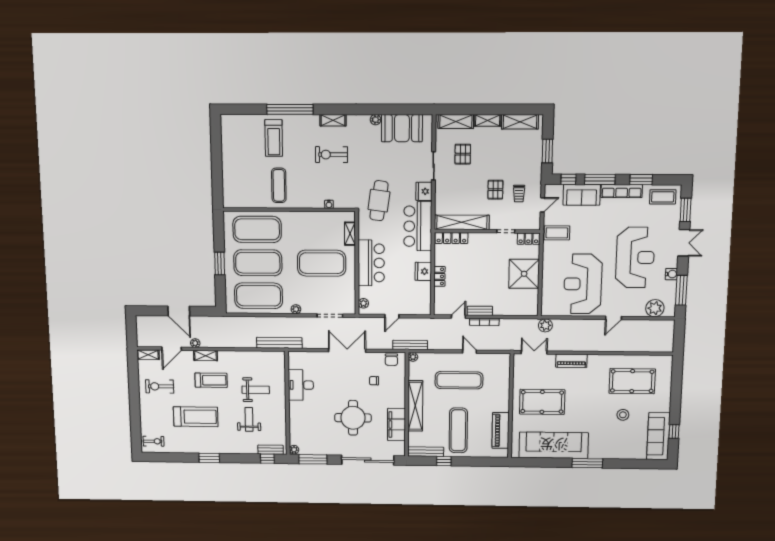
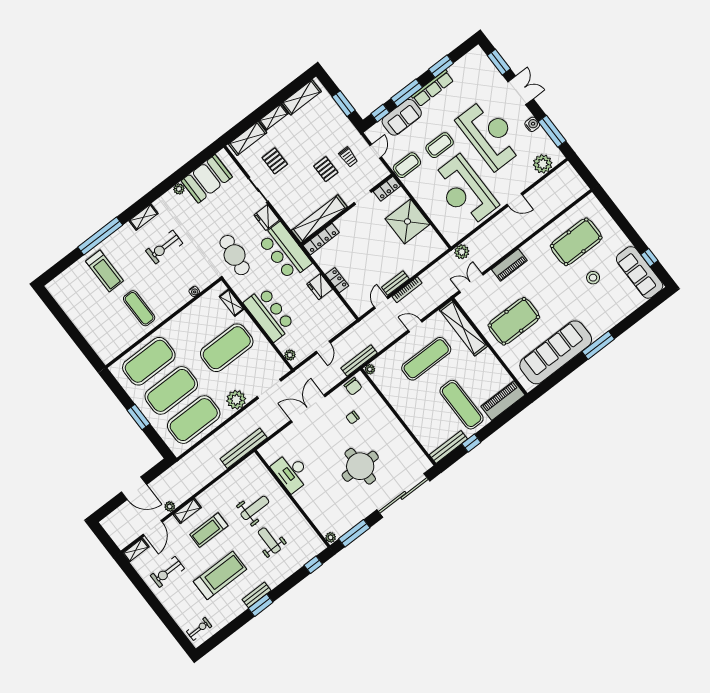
coffee table: (663, 197) -> (440, 145), moved
plant: (296, 309) -> (236, 400), width x1.87, depth x1.87
door: (613, 318) -> (515, 200), hinge flipped
treadmill: (211, 380) -> (209, 530), turned 180
shelving: (415, 406) -> (463, 328), moved
filing cabinet: (396, 425) -> (403, 442), removed
piano: (501, 430) -> (503, 401), moved, turned 90
bench: (271, 450) -> (257, 595), moved

